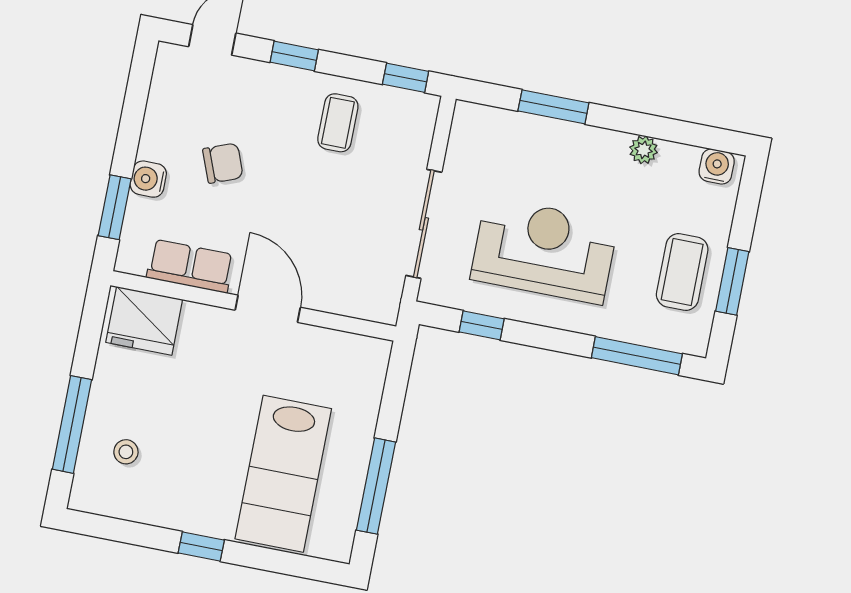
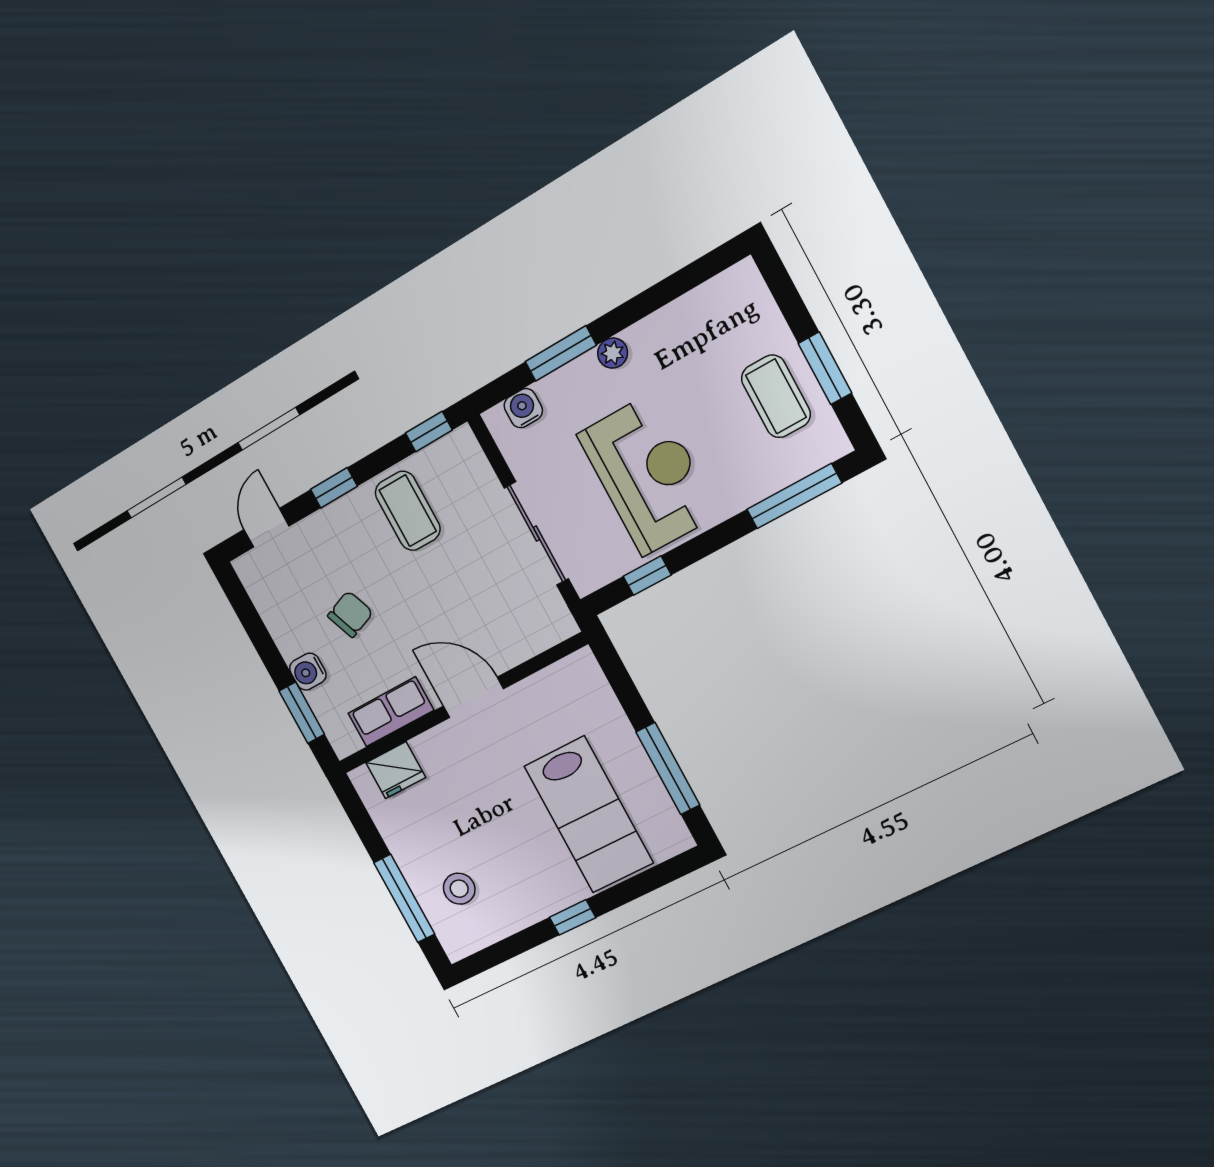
coffee table: (338, 123) -> (408, 511), width x1.36, depth x1.30
plant: (644, 150) -> (613, 353), moved
water cooler: (717, 166) -> (523, 408), moved
reception desk: (544, 251) -> (648, 475), turned 90
fridge: (144, 321) -> (396, 770), width x0.73, depth x0.75
stool: (126, 452) -> (459, 889), width x1.37, depth x1.37

